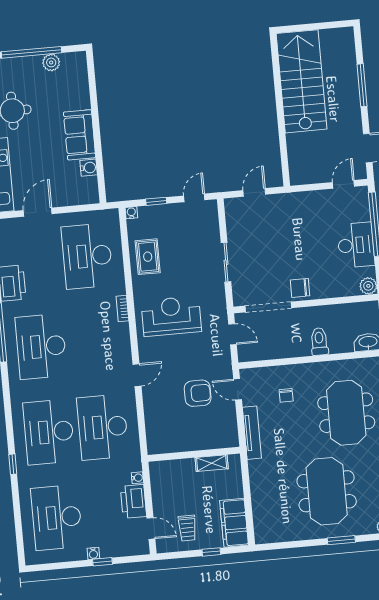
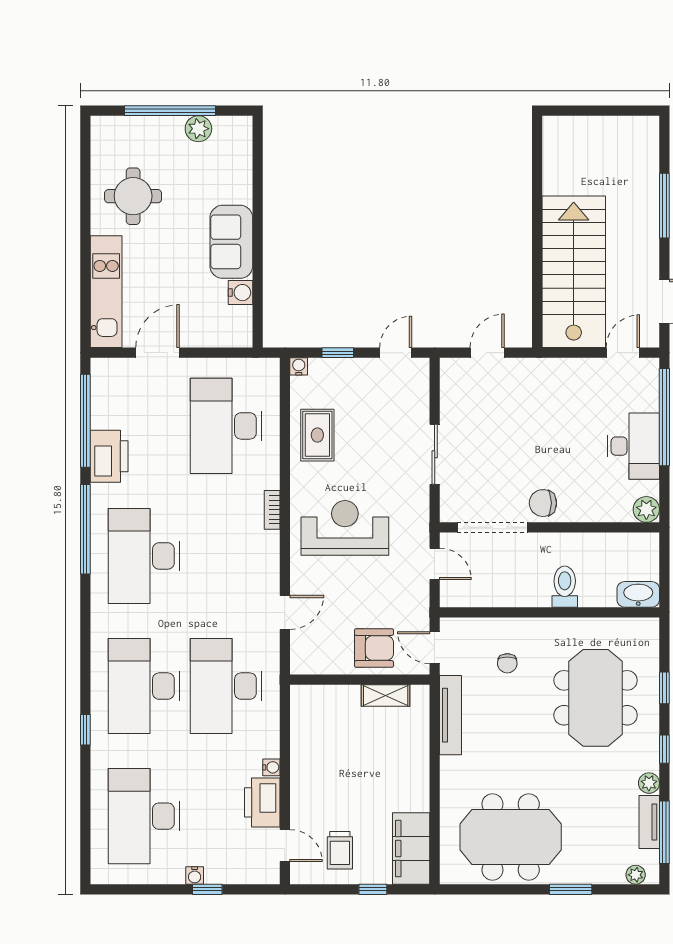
stairs: (302, 81) -> (574, 272), moved
wall: (194, 454) -> (360, 680), moved
shelving: (212, 463) -> (386, 696), moved
meeting table: (327, 491) -> (511, 837), moved, turned 90

